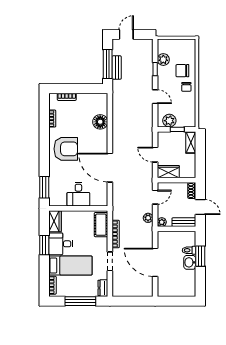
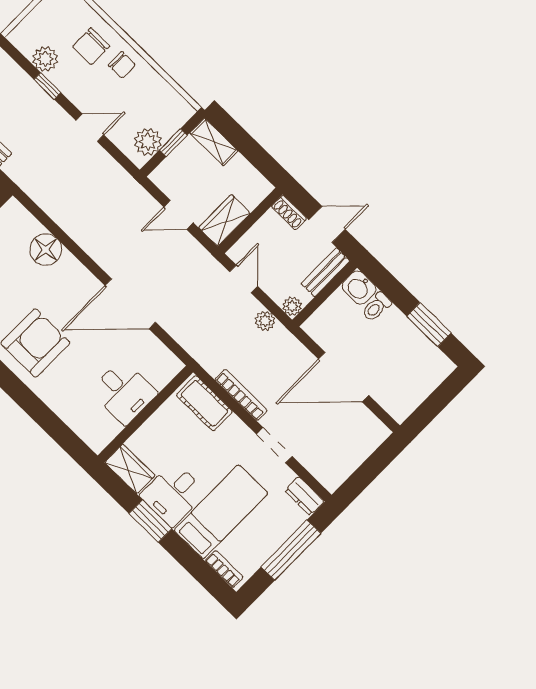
window: (44, 187) -> (62, 434), removed
window: (200, 256) -> (429, 325), moved
washbasin: (190, 262) -> (359, 288), moved

